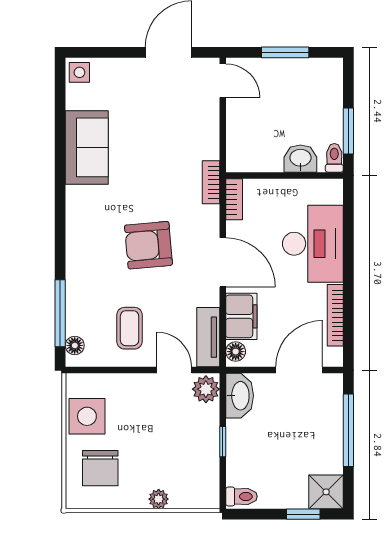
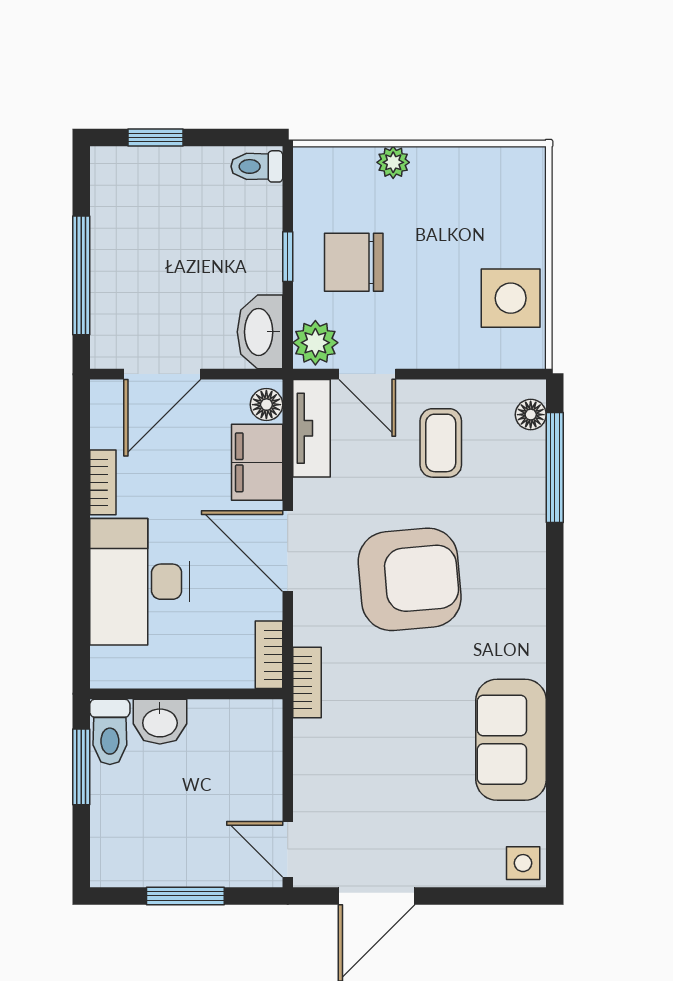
toilet: (334, 158) -> (110, 732), width x1.37, depth x1.39
armchair: (148, 245) -> (410, 579), width x1.36, depth x1.36
bookcase: (335, 315) -> (103, 482), width x0.64
chair: (100, 468) -> (354, 262), moved, turned -90
shower: (326, 492) -> (118, 174), removed

